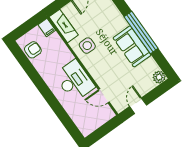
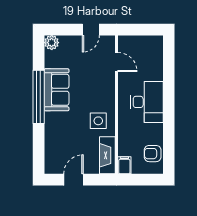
desk: (74, 81) -> (147, 102), moved, turned 180

